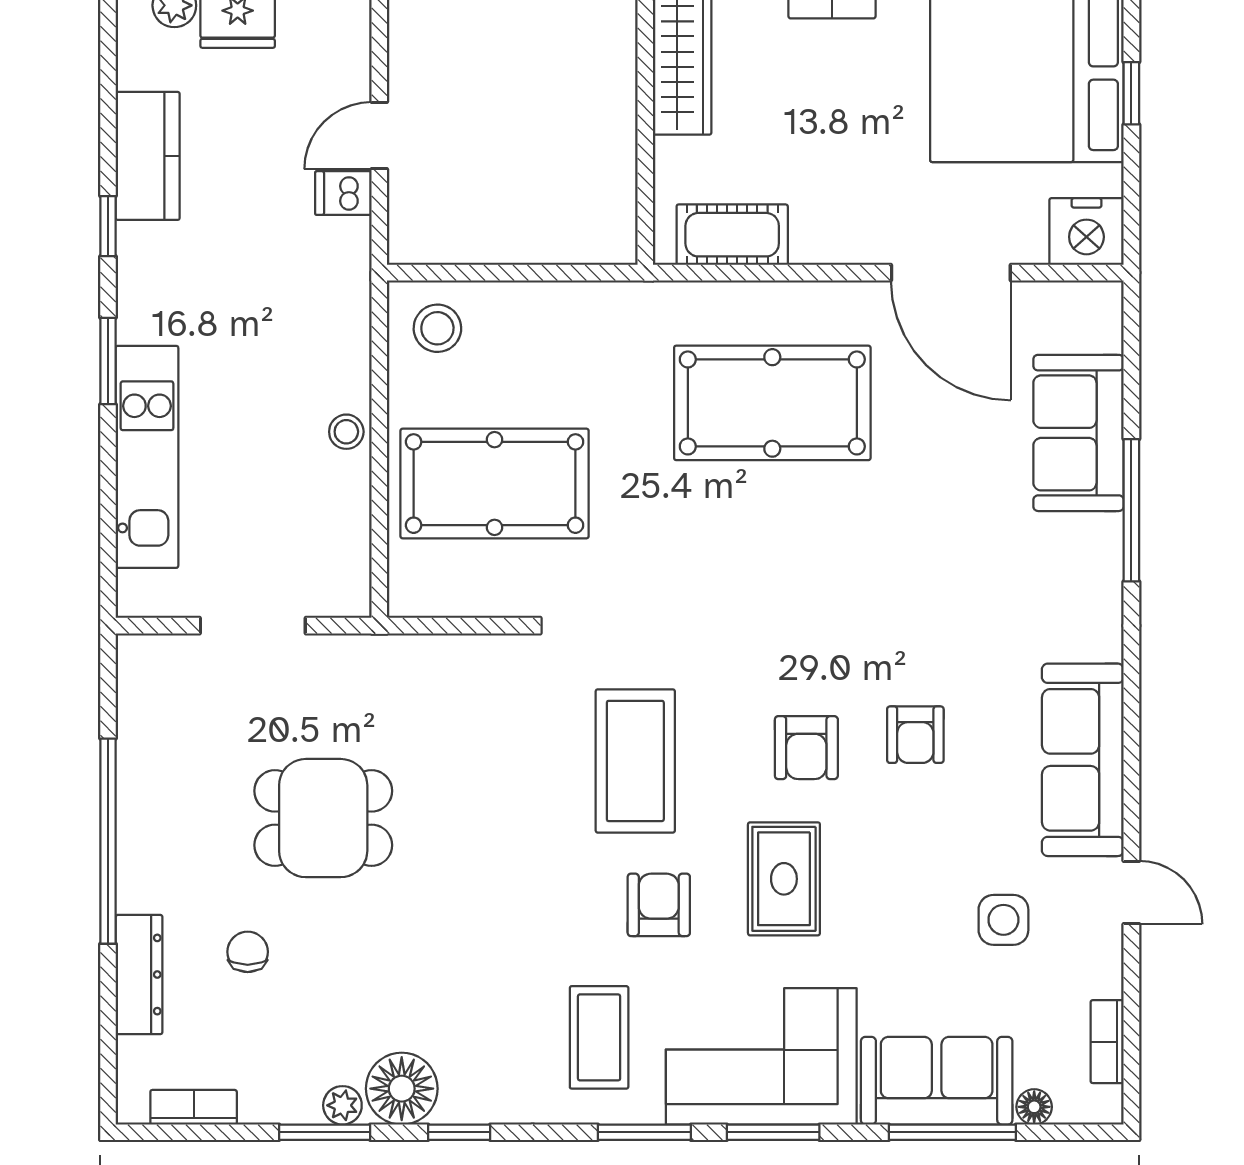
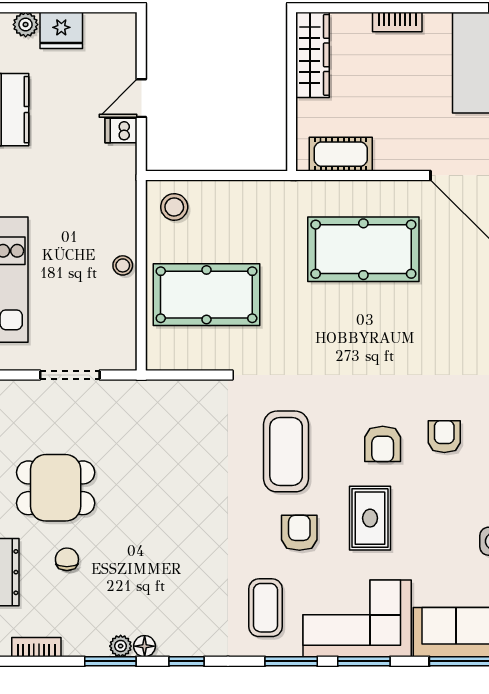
armchair: (915, 735) -> (444, 437), turned 180
dining table: (323, 818) -> (56, 488), moved
floor lamp: (402, 1089) -> (145, 646), width x0.53, depth x0.53

